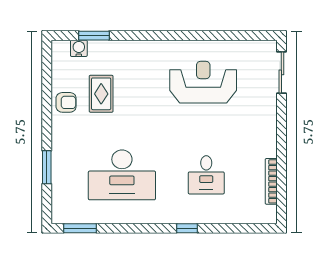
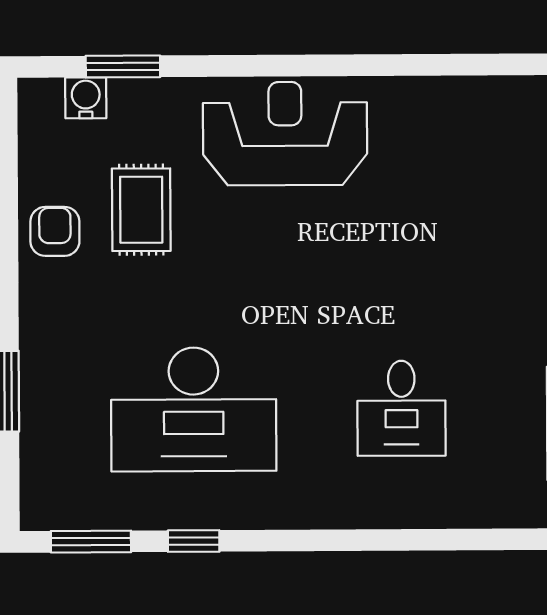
reception desk: (203, 82) -> (285, 134), moved
armchair: (66, 102) -> (55, 231), turned -90
window: (187, 228) -> (194, 541), moved

